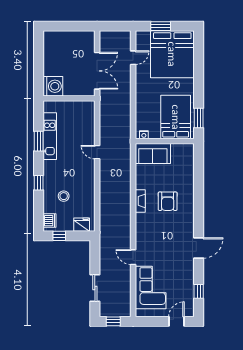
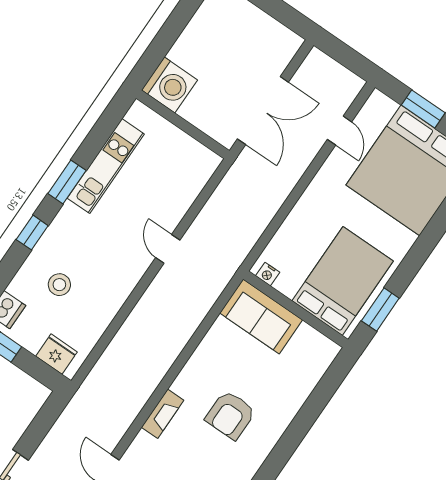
door: (133, 58) -> (340, 131), hinge flipped
window: (39, 141) -> (67, 182), moved
fireplace: (140, 201) -> (163, 414), moved

